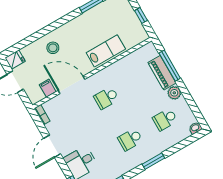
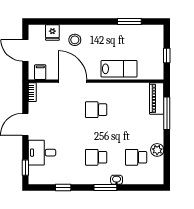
fridge: (15, 59) -> (52, 32), moved, turned 90
piano: (162, 73) -> (157, 98), moved
filing cabinet: (48, 88) -> (40, 72), moved
plant: (174, 93) -> (157, 150), moved
washbasin: (195, 128) -> (117, 180), moved

